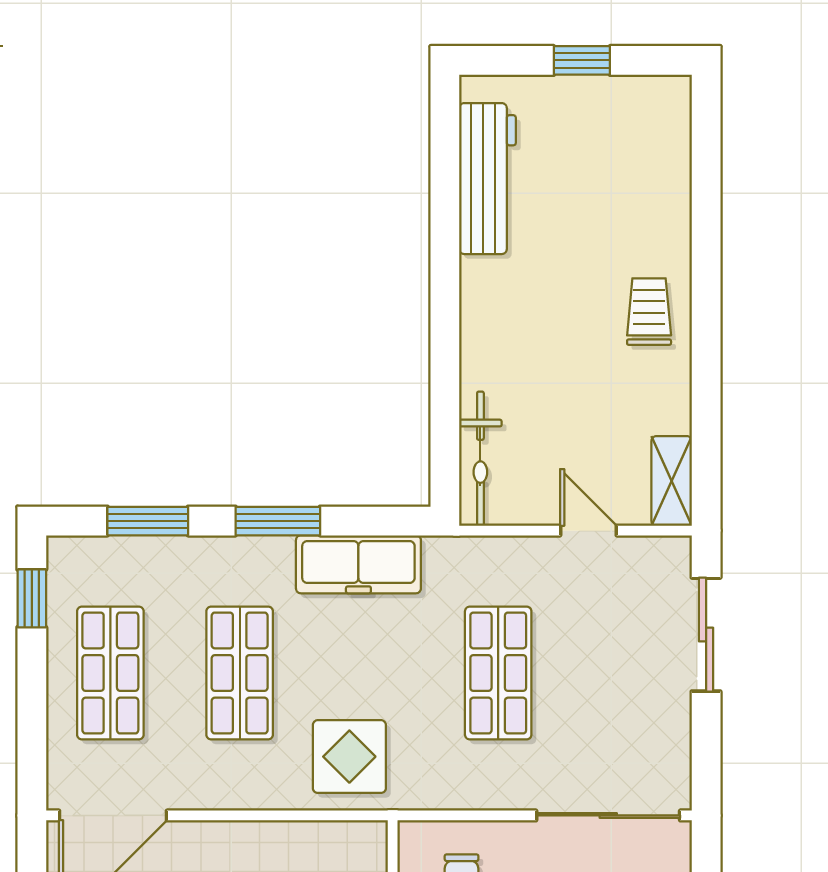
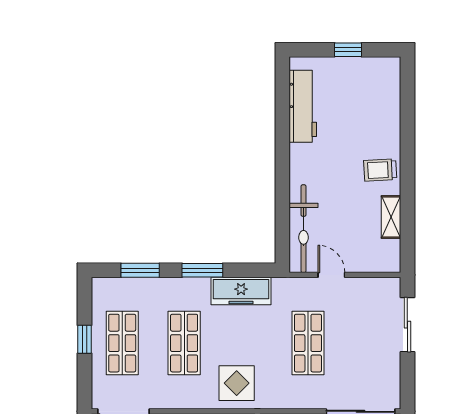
trolley: (649, 312) -> (380, 170), turned -93
bicycle: (480, 459) -> (304, 229), width x1.37, depth x1.40
shelving: (672, 481) -> (391, 217), moved
door: (588, 531) -> (331, 275), moved
window: (32, 598) -> (85, 339), moved

